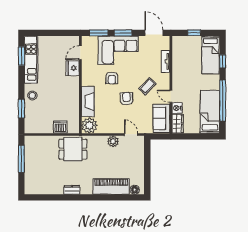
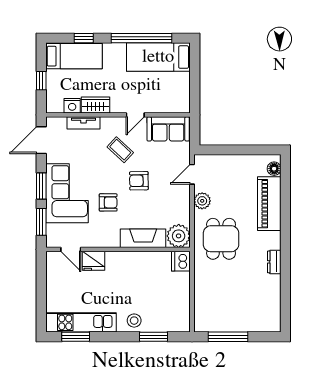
nightstand: (177, 108) -> (72, 106), moved
wardrobe: (178, 124) -> (95, 105), moved
dishwasher: (60, 127) -> (181, 261), moved
dining table: (73, 149) -> (221, 239), moved

